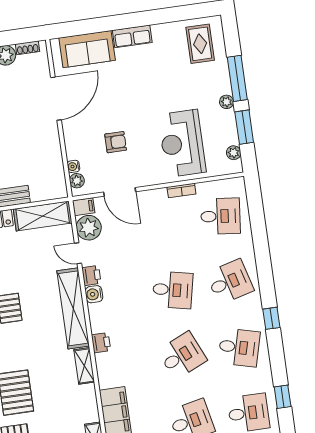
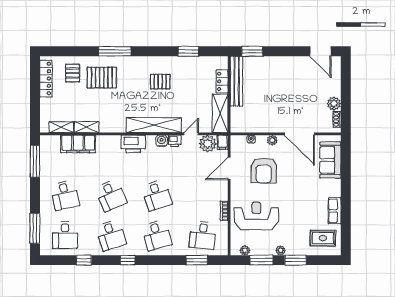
row of seats: (132, 36) -> (335, 211), moved
window: (237, 78) -> (296, 260), width x0.69
armchair: (116, 142) -> (264, 170), width x1.88, depth x1.88
plant: (77, 181) -> (272, 140), moved
window: (257, 220) -> (197, 260), added
desk: (173, 290) -> (157, 195), turned -30
printer: (101, 343) -> (133, 144), width x1.87, depth x1.48
desk: (239, 347) -> (111, 235), turned -33
shelving: (84, 366) -> (86, 127), moved
window: (283, 397) -> (84, 260), moved

